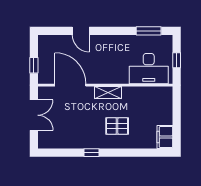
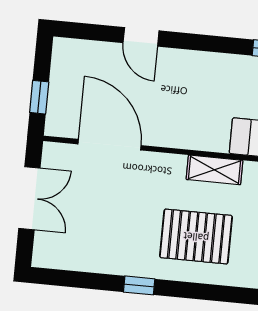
shelving: (108, 93) -> (215, 170), moved
pallet: (117, 126) -> (196, 237), width x1.50, depth x1.42

